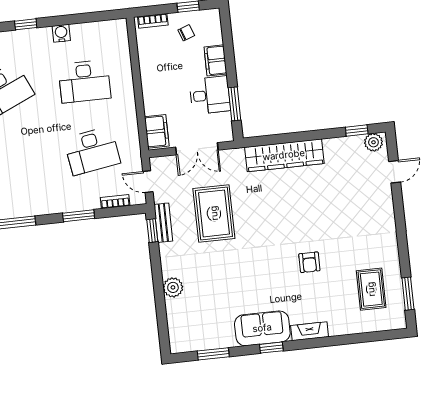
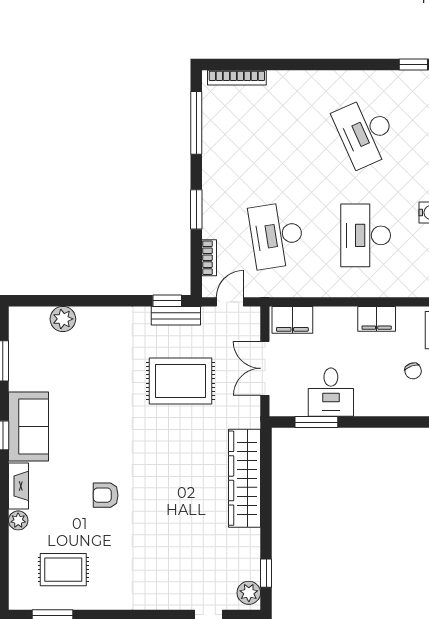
filing cabinet: (215, 60) -> (377, 319), moved, turned 180
plant: (173, 287) -> (63, 319), moved
plant: (337, 328) -> (18, 520), added

